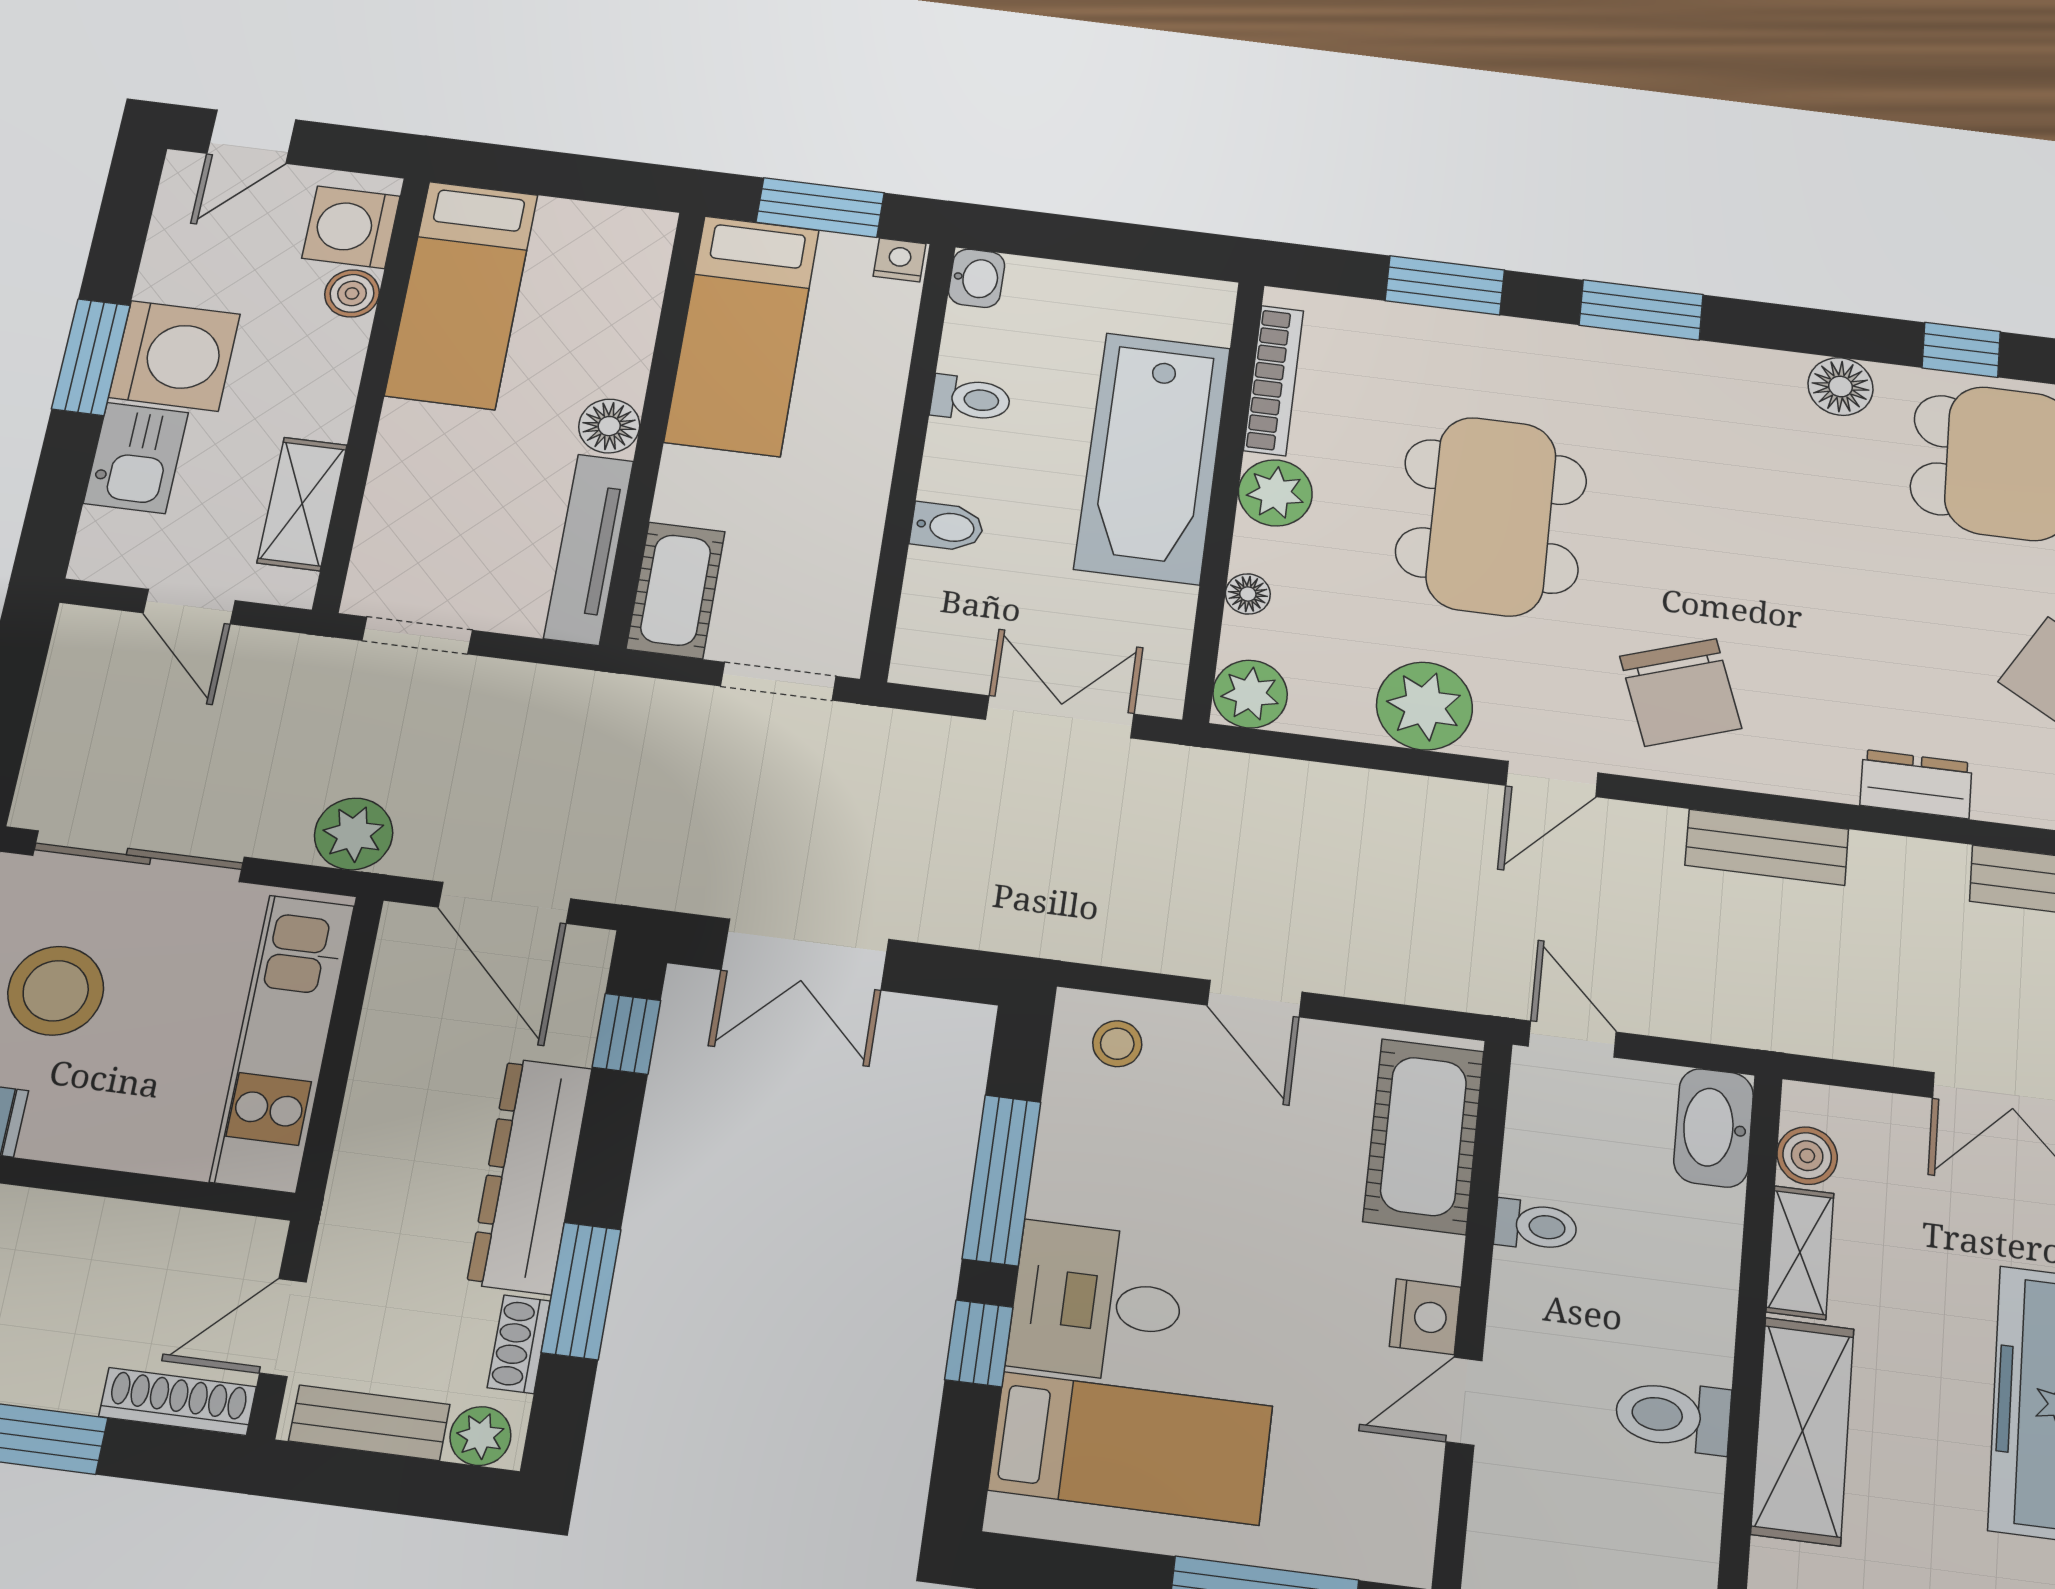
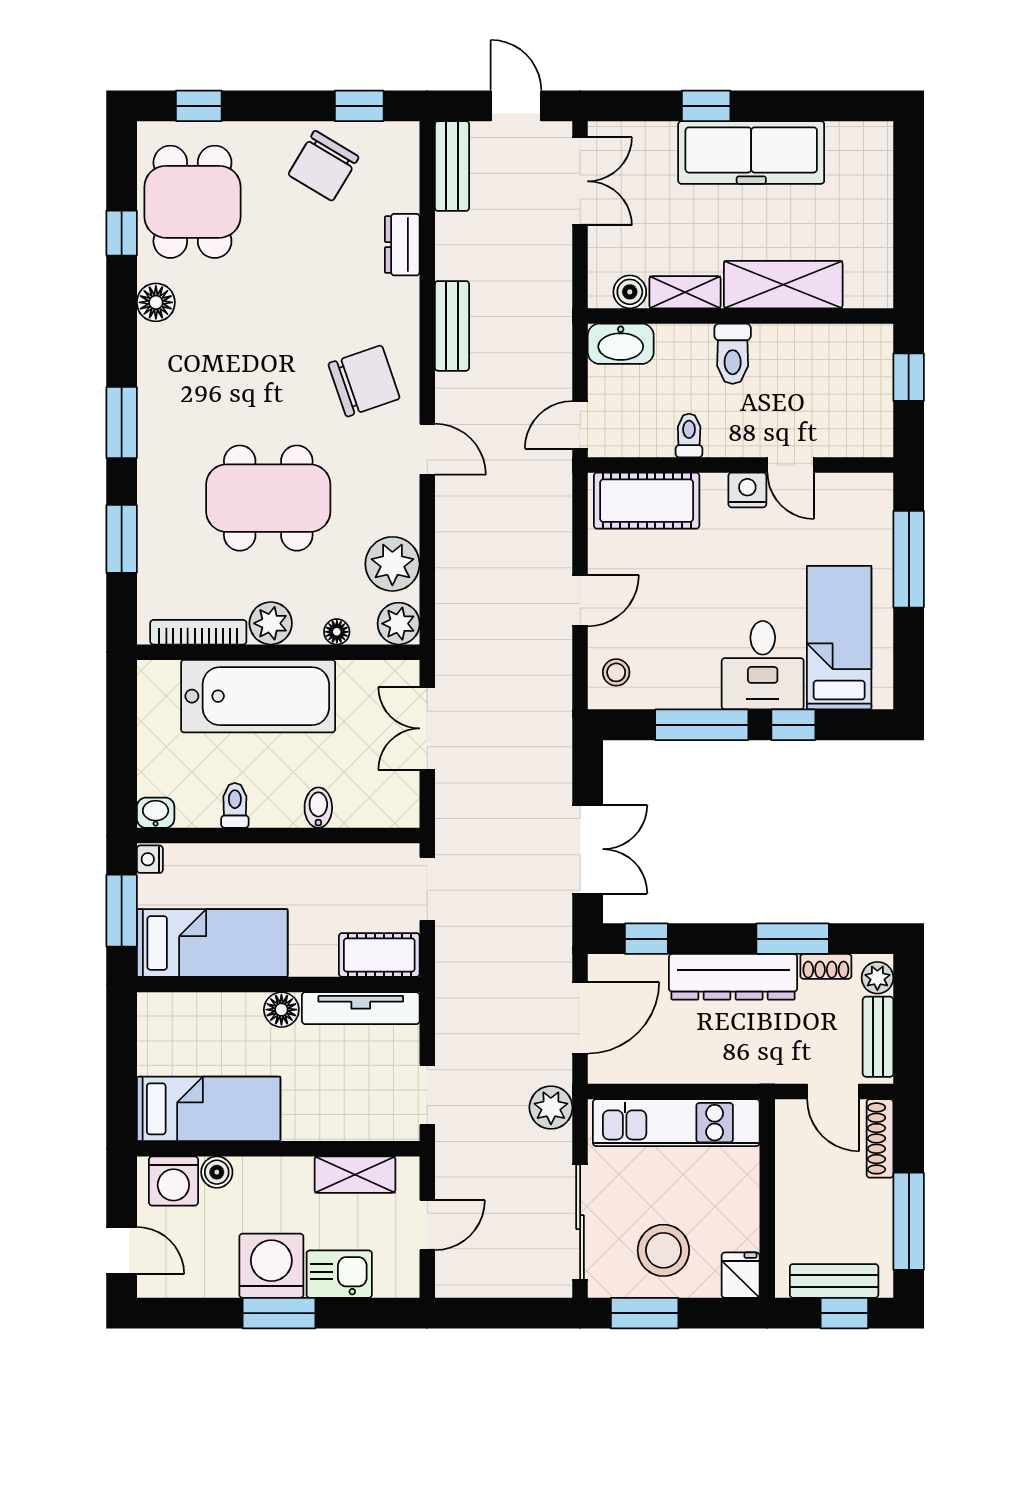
plant: (1424, 706) -> (392, 564), moved
toilet: (1673, 1416) -> (733, 354), moved

